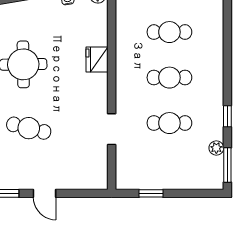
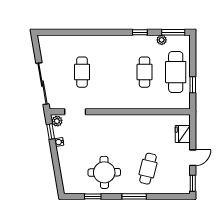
fridge: (97, 60) -> (183, 134), moved, turned 90
cafe table: (169, 78) -> (176, 72), moved, width x1.37, depth x1.35
doorway: (112, 129) -> (75, 112), moved

